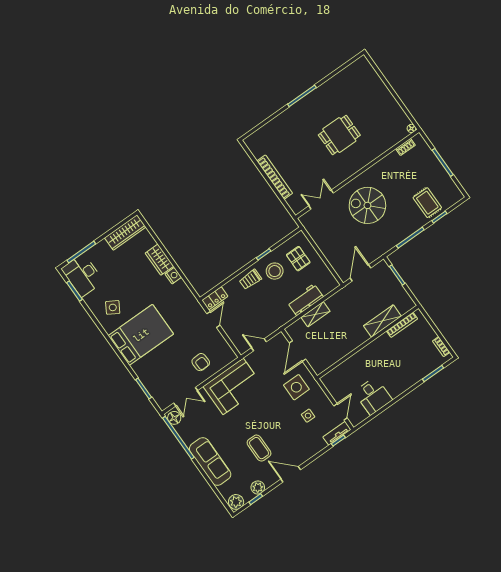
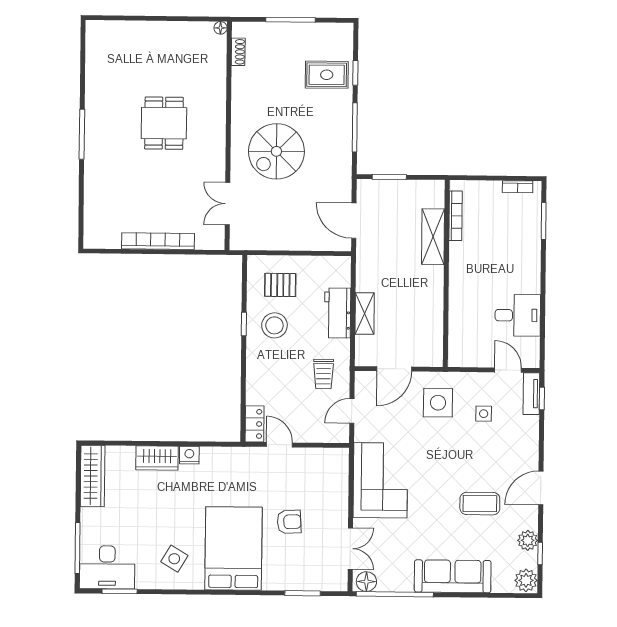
trolley: (250, 279) -> (324, 374), moved
door: (297, 351) -> (394, 369), hinge flipped
armchair: (201, 362) -> (289, 522), moved

